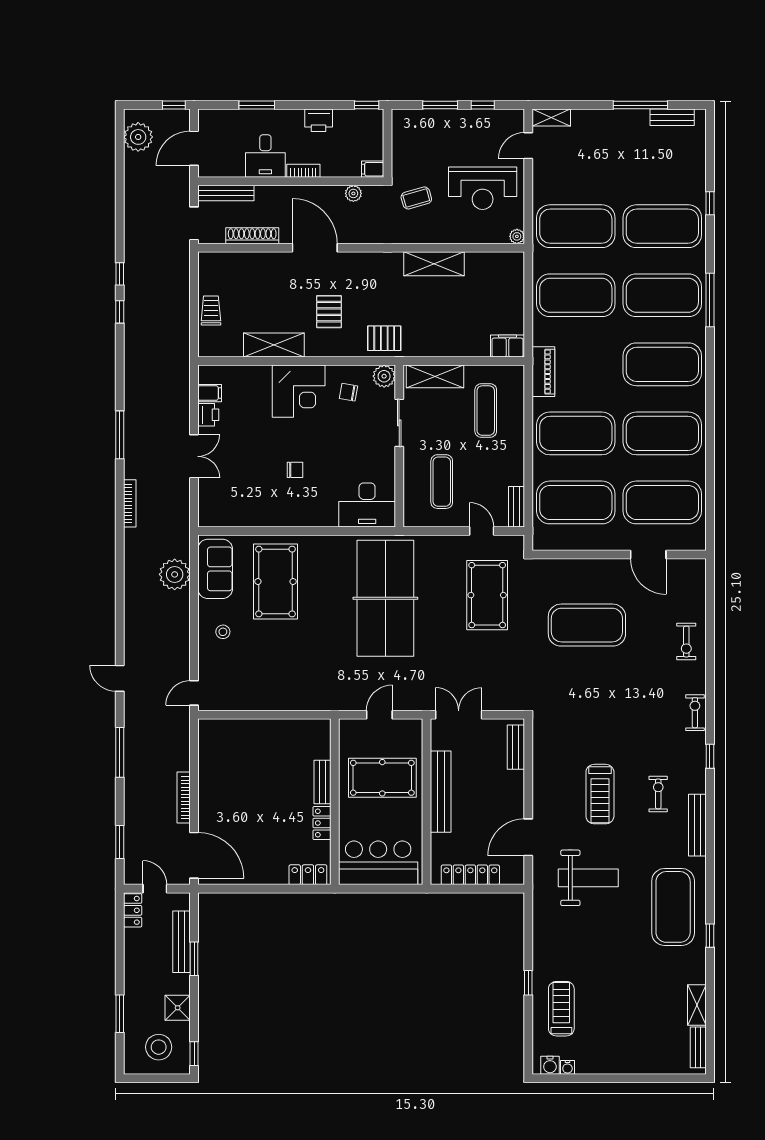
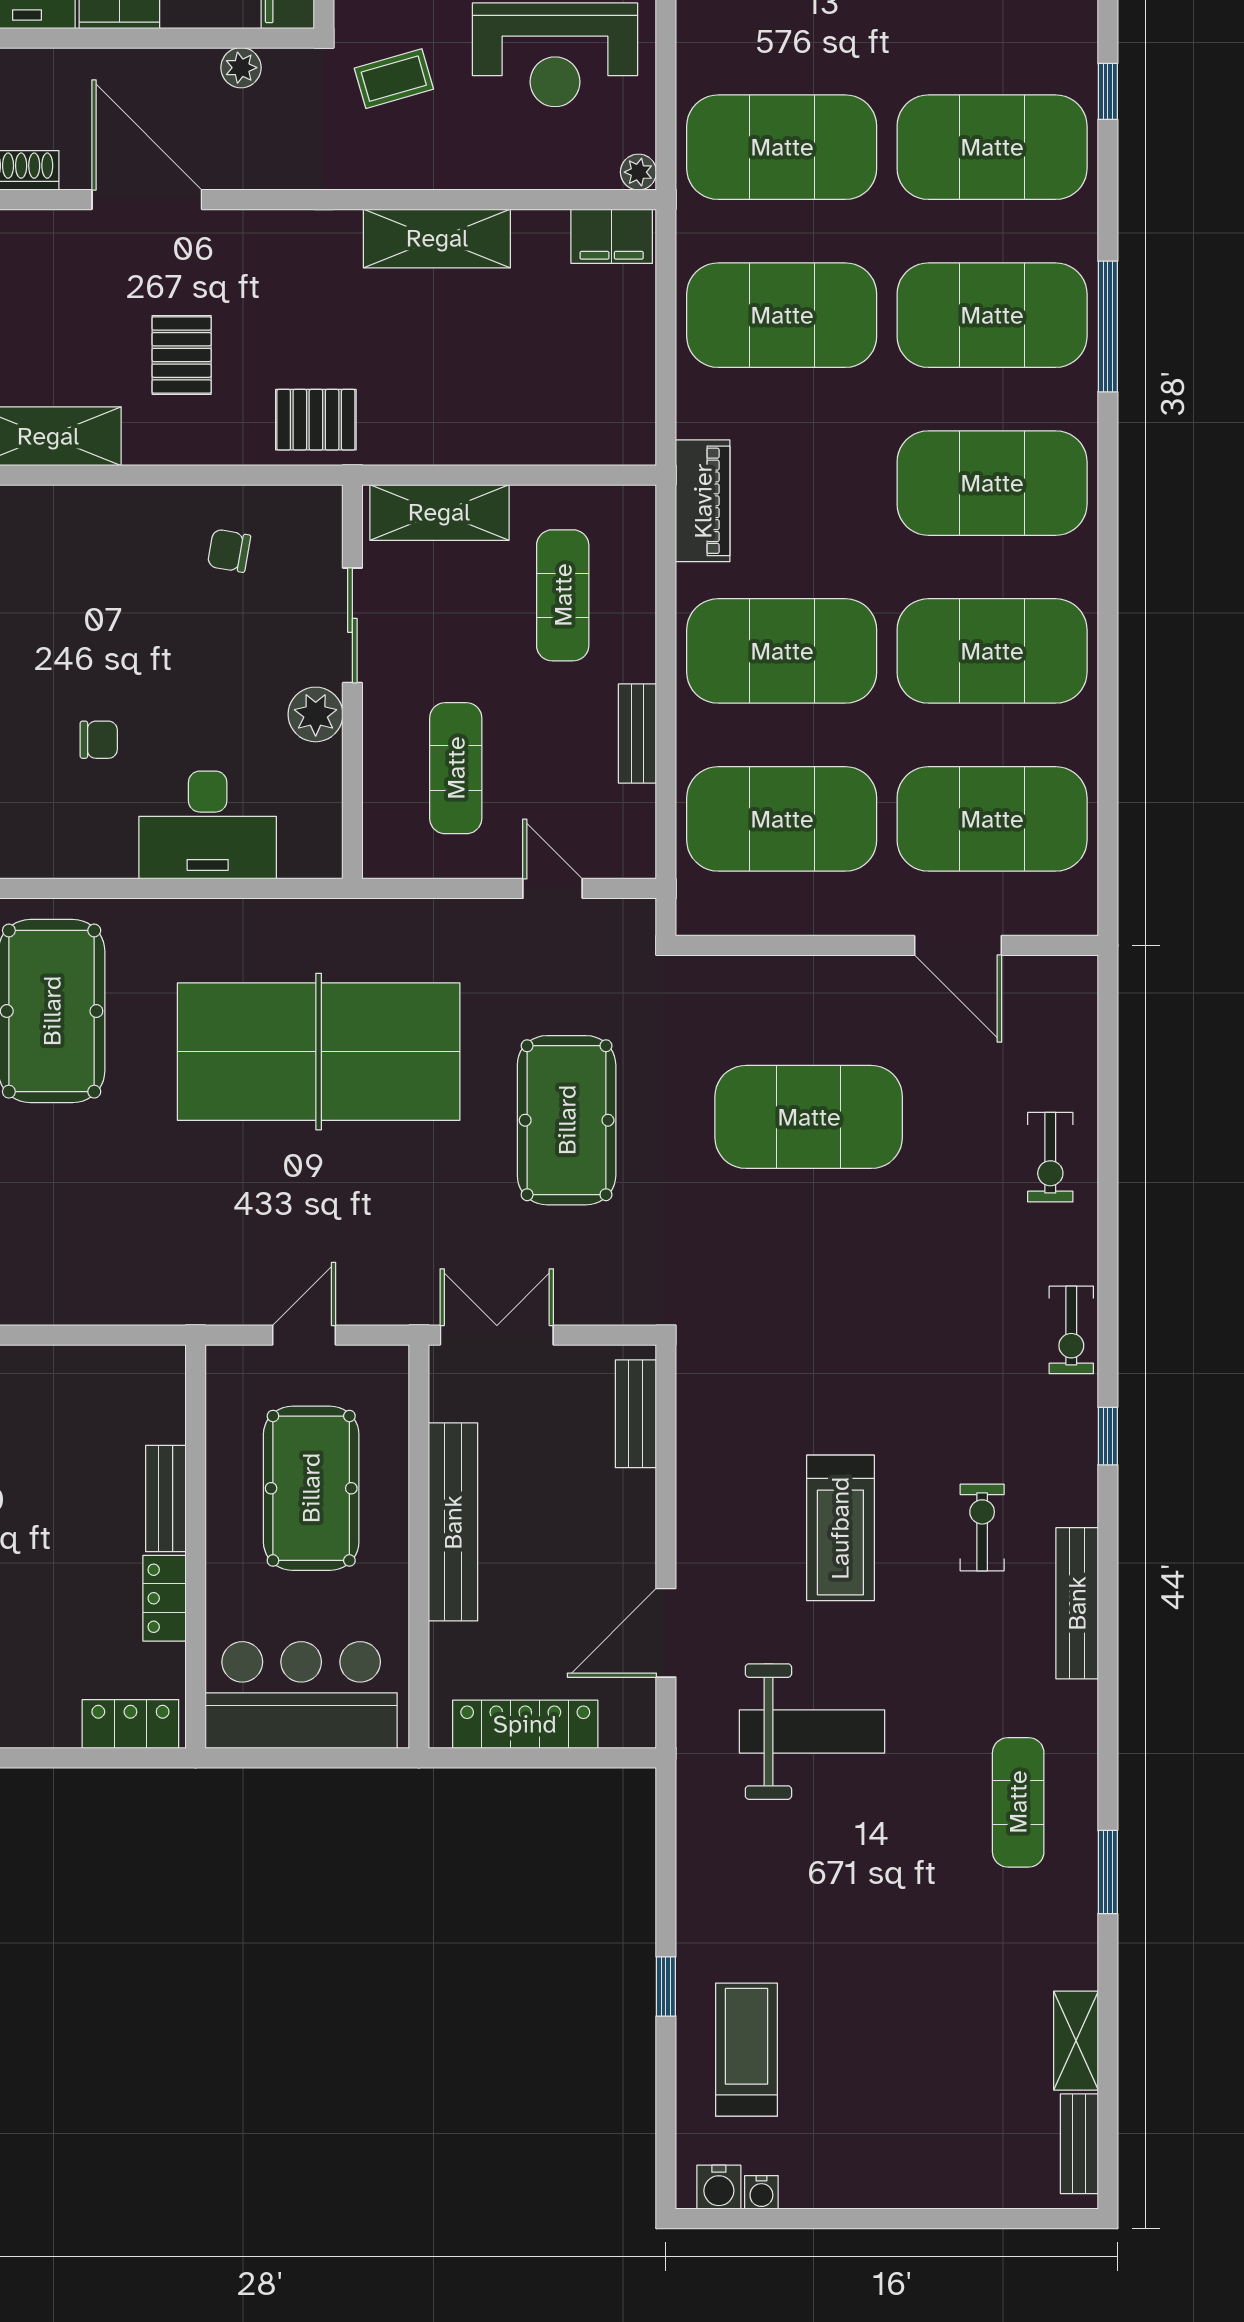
filing cabinet: (508, 346) -> (612, 236), moved, turned 180
plant: (384, 376) -> (316, 714), moved
corner desk: (299, 391) -> (108, 548), removed
desk: (367, 505) -> (208, 825), moved
bench: (516, 507) -> (637, 733), moved
pool table: (487, 595) -> (567, 1120), moved
table tennis table: (385, 598) -> (319, 1052), turned 90
exercise bike: (695, 713) -> (1071, 1330), turned 180
pool table: (382, 778) -> (311, 1488), turned 90
exercise mat: (673, 907) -> (1018, 1802), width x0.50, depth x0.69
window: (710, 936) -> (1108, 1872), width x1.50

